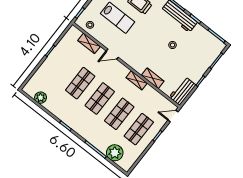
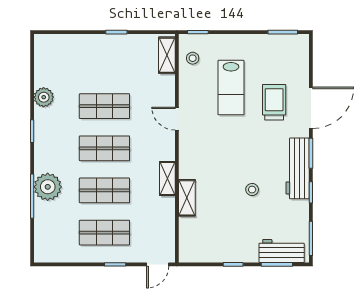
shelving: (89, 43) -> (167, 55), moved
workbench: (183, 91) -> (282, 251), moved
plant: (41, 98) -> (44, 97), moved
door: (173, 116) -> (158, 264), swing flipped
plant: (115, 153) -> (48, 187), moved

